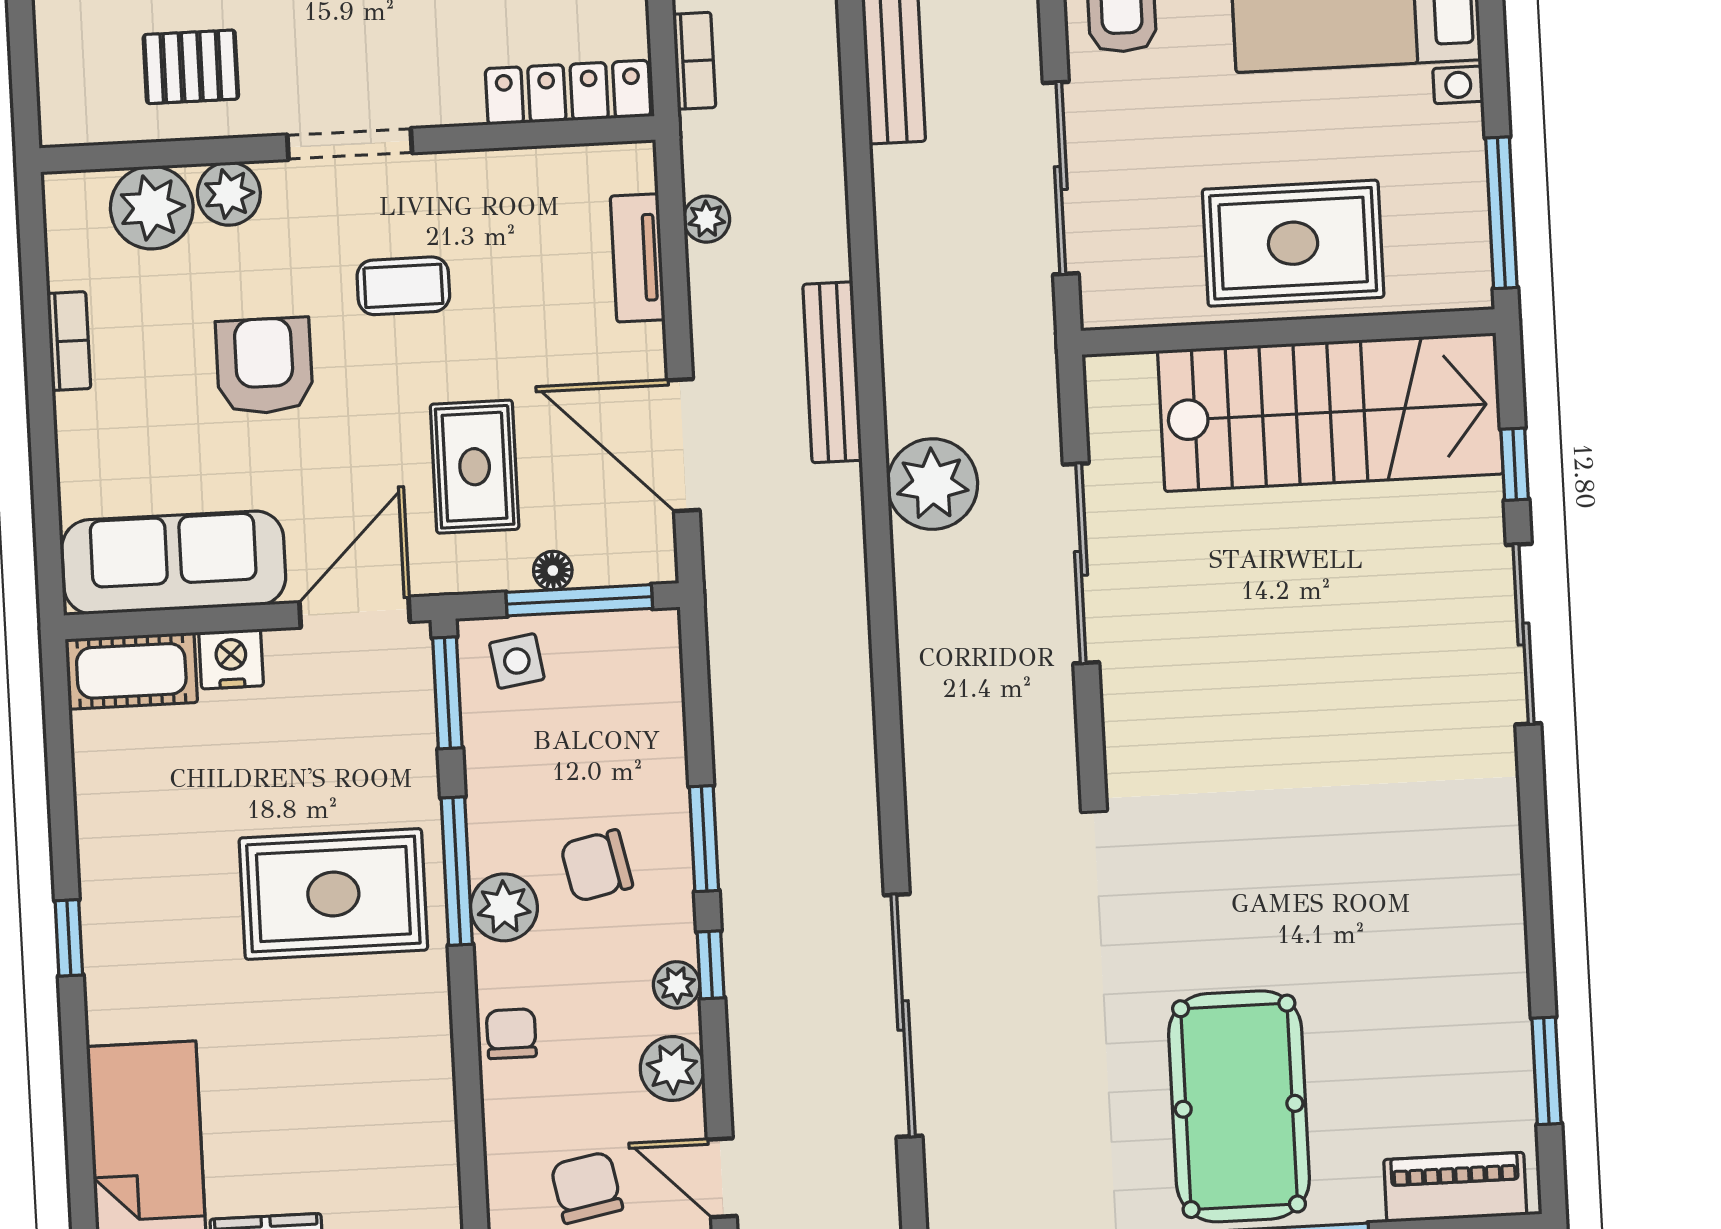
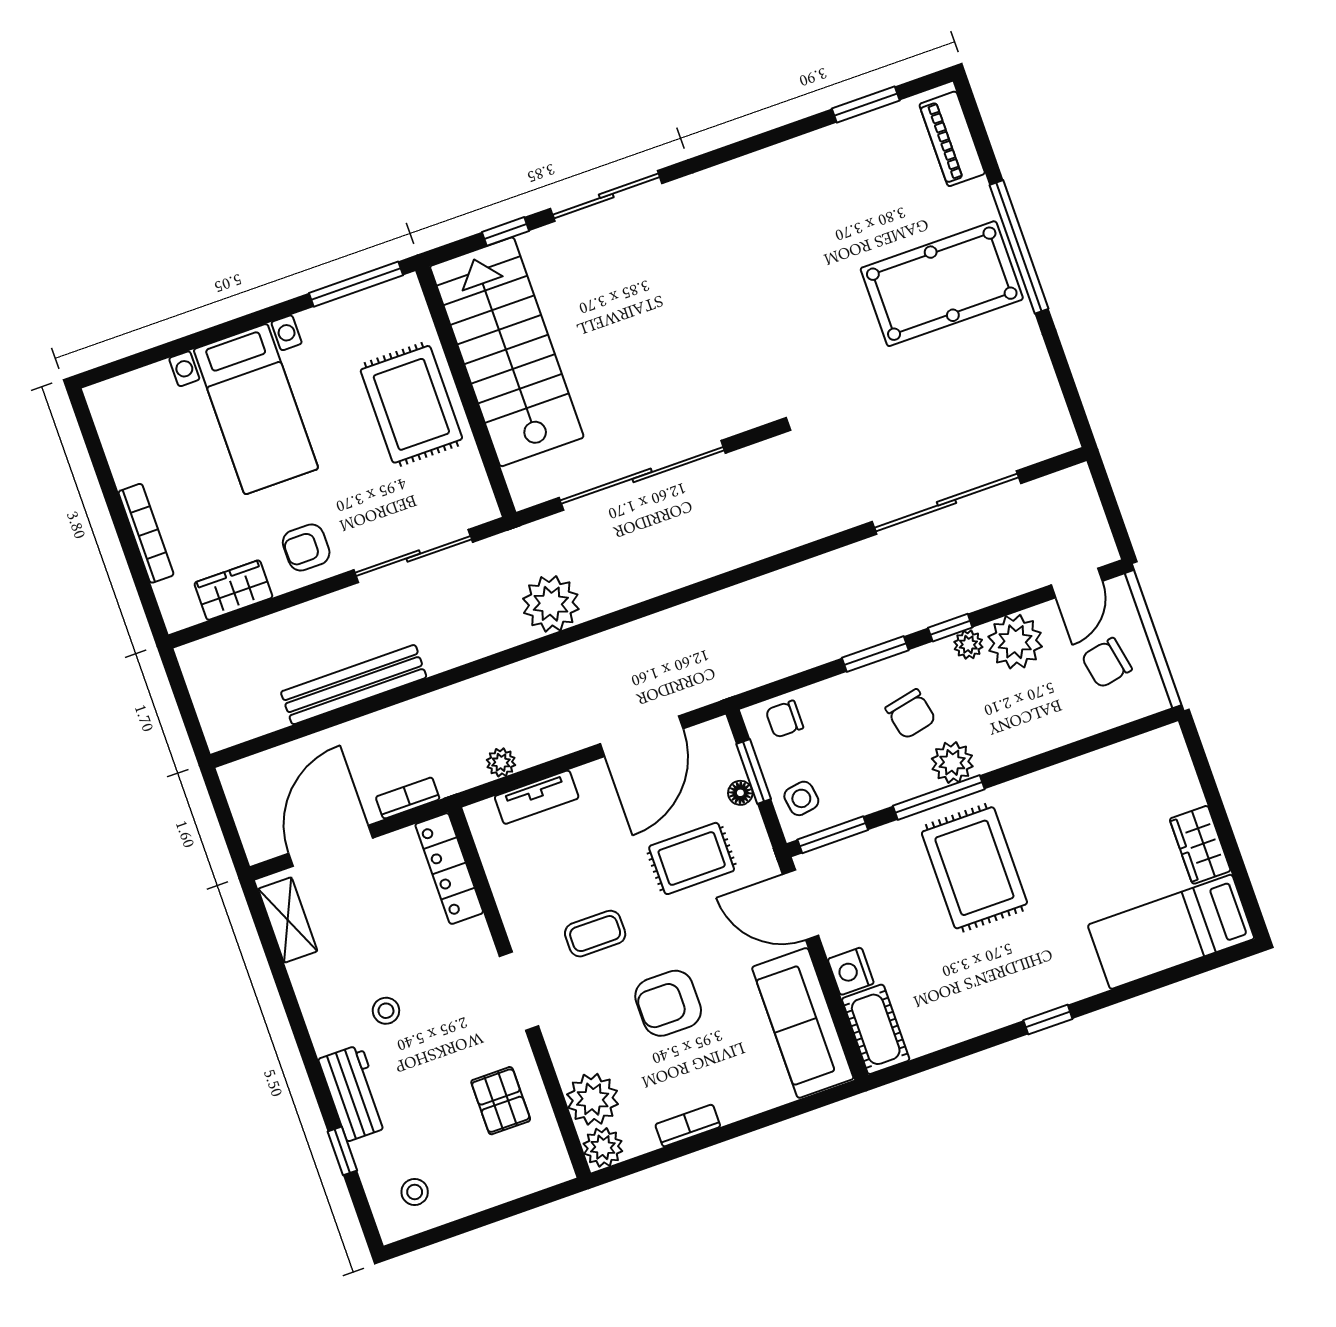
plant: (229, 194) -> (603, 1147), moved
coffee table: (403, 286) -> (595, 934), turned 90
bench: (832, 372) -> (571, 659), removed
plant: (932, 484) -> (551, 604), moved
sliding door: (1081, 563) -> (642, 475), width x1.36
window: (579, 600) -> (754, 772), width x0.69
chair: (511, 1034) -> (784, 719), moved
plant: (672, 1068) -> (1015, 642), width x1.36, depth x1.36

